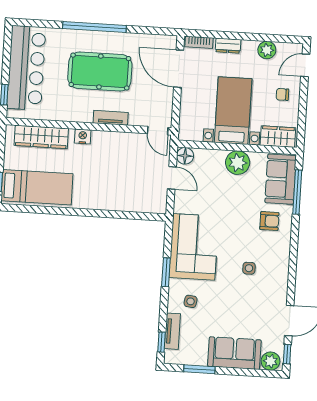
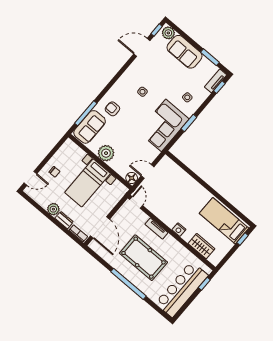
plant: (267, 50) -> (53, 209), moved
wardrobe: (41, 137) -> (201, 246), width x0.67
wardrobe: (278, 137) -> (74, 151), removed
door: (172, 178) -> (148, 171), hinge flipped
tv unit: (172, 331) -> (216, 81), moved

